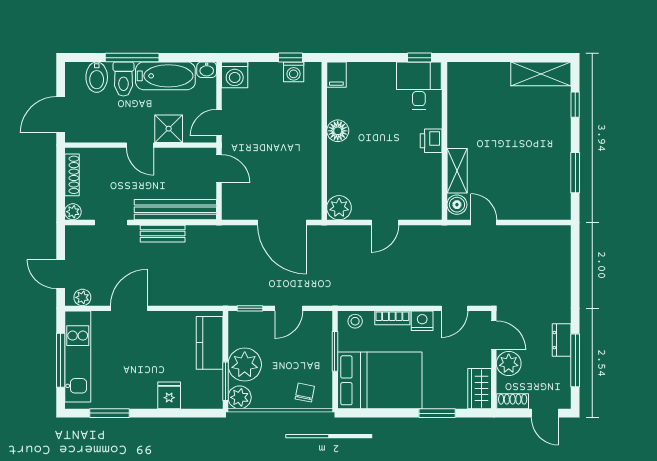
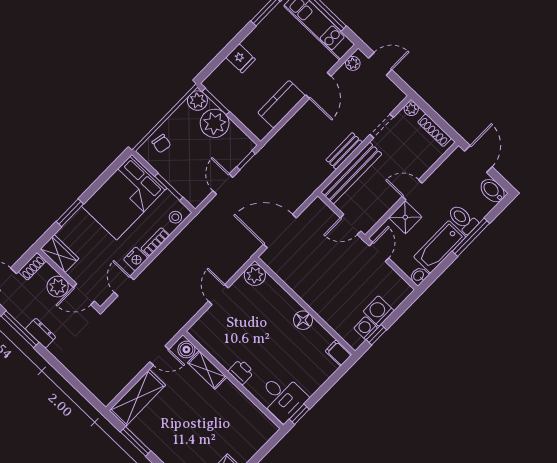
washing machine: (235, 75) -> (379, 311), moved
bidet: (97, 77) -> (493, 191), moved
shelving: (537, 206) -> (137, 398), added
kitchen counter: (210, 343) -> (281, 104), moved, turned -90

